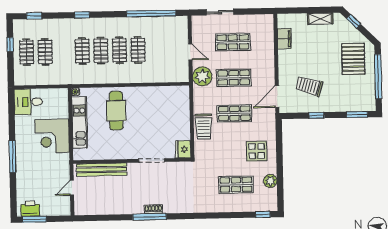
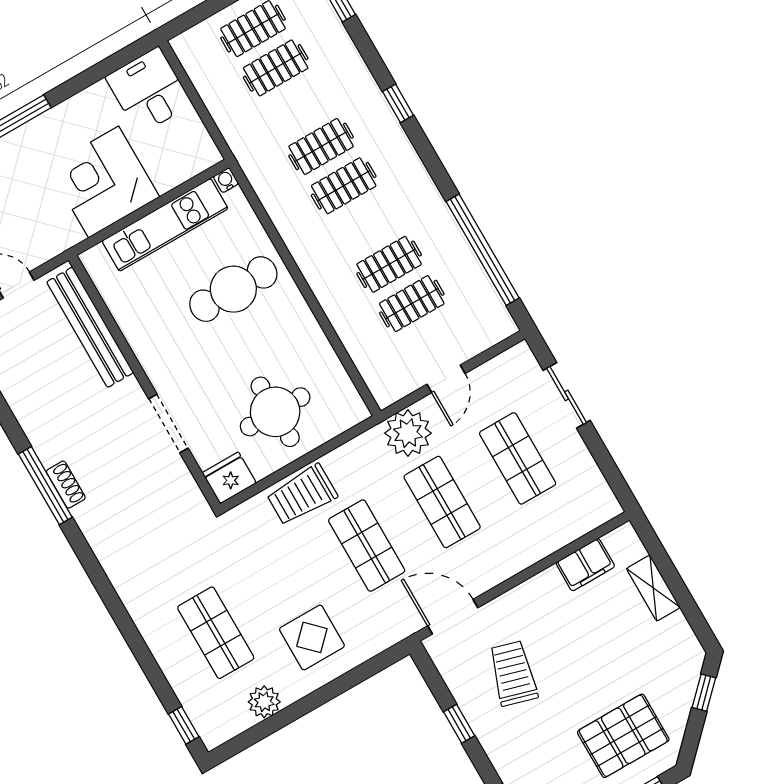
shelving: (320, 19) -> (653, 588), moved
clothes rail: (119, 50) -> (412, 304), moved
round table: (168, 120) -> (275, 412), added

